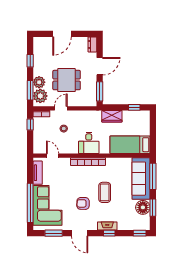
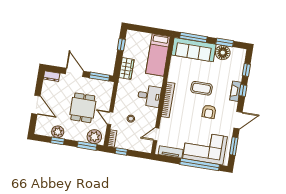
plant: (39, 82) -> (58, 132), moved
window: (140, 233) -> (246, 70), moved

